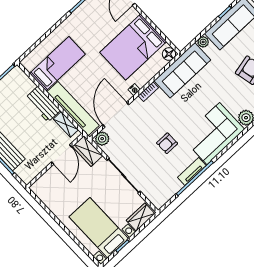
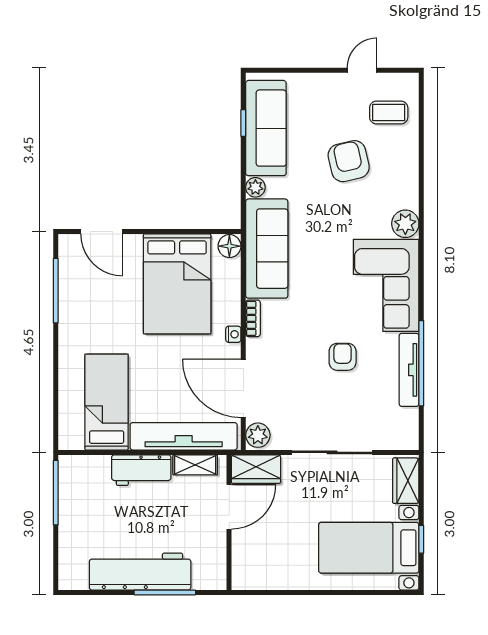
armchair: (167, 143) -> (343, 357), turned 180
door: (62, 155) -> (229, 507), hinge flipped
tv unit: (192, 172) -> (409, 370), width x1.41

